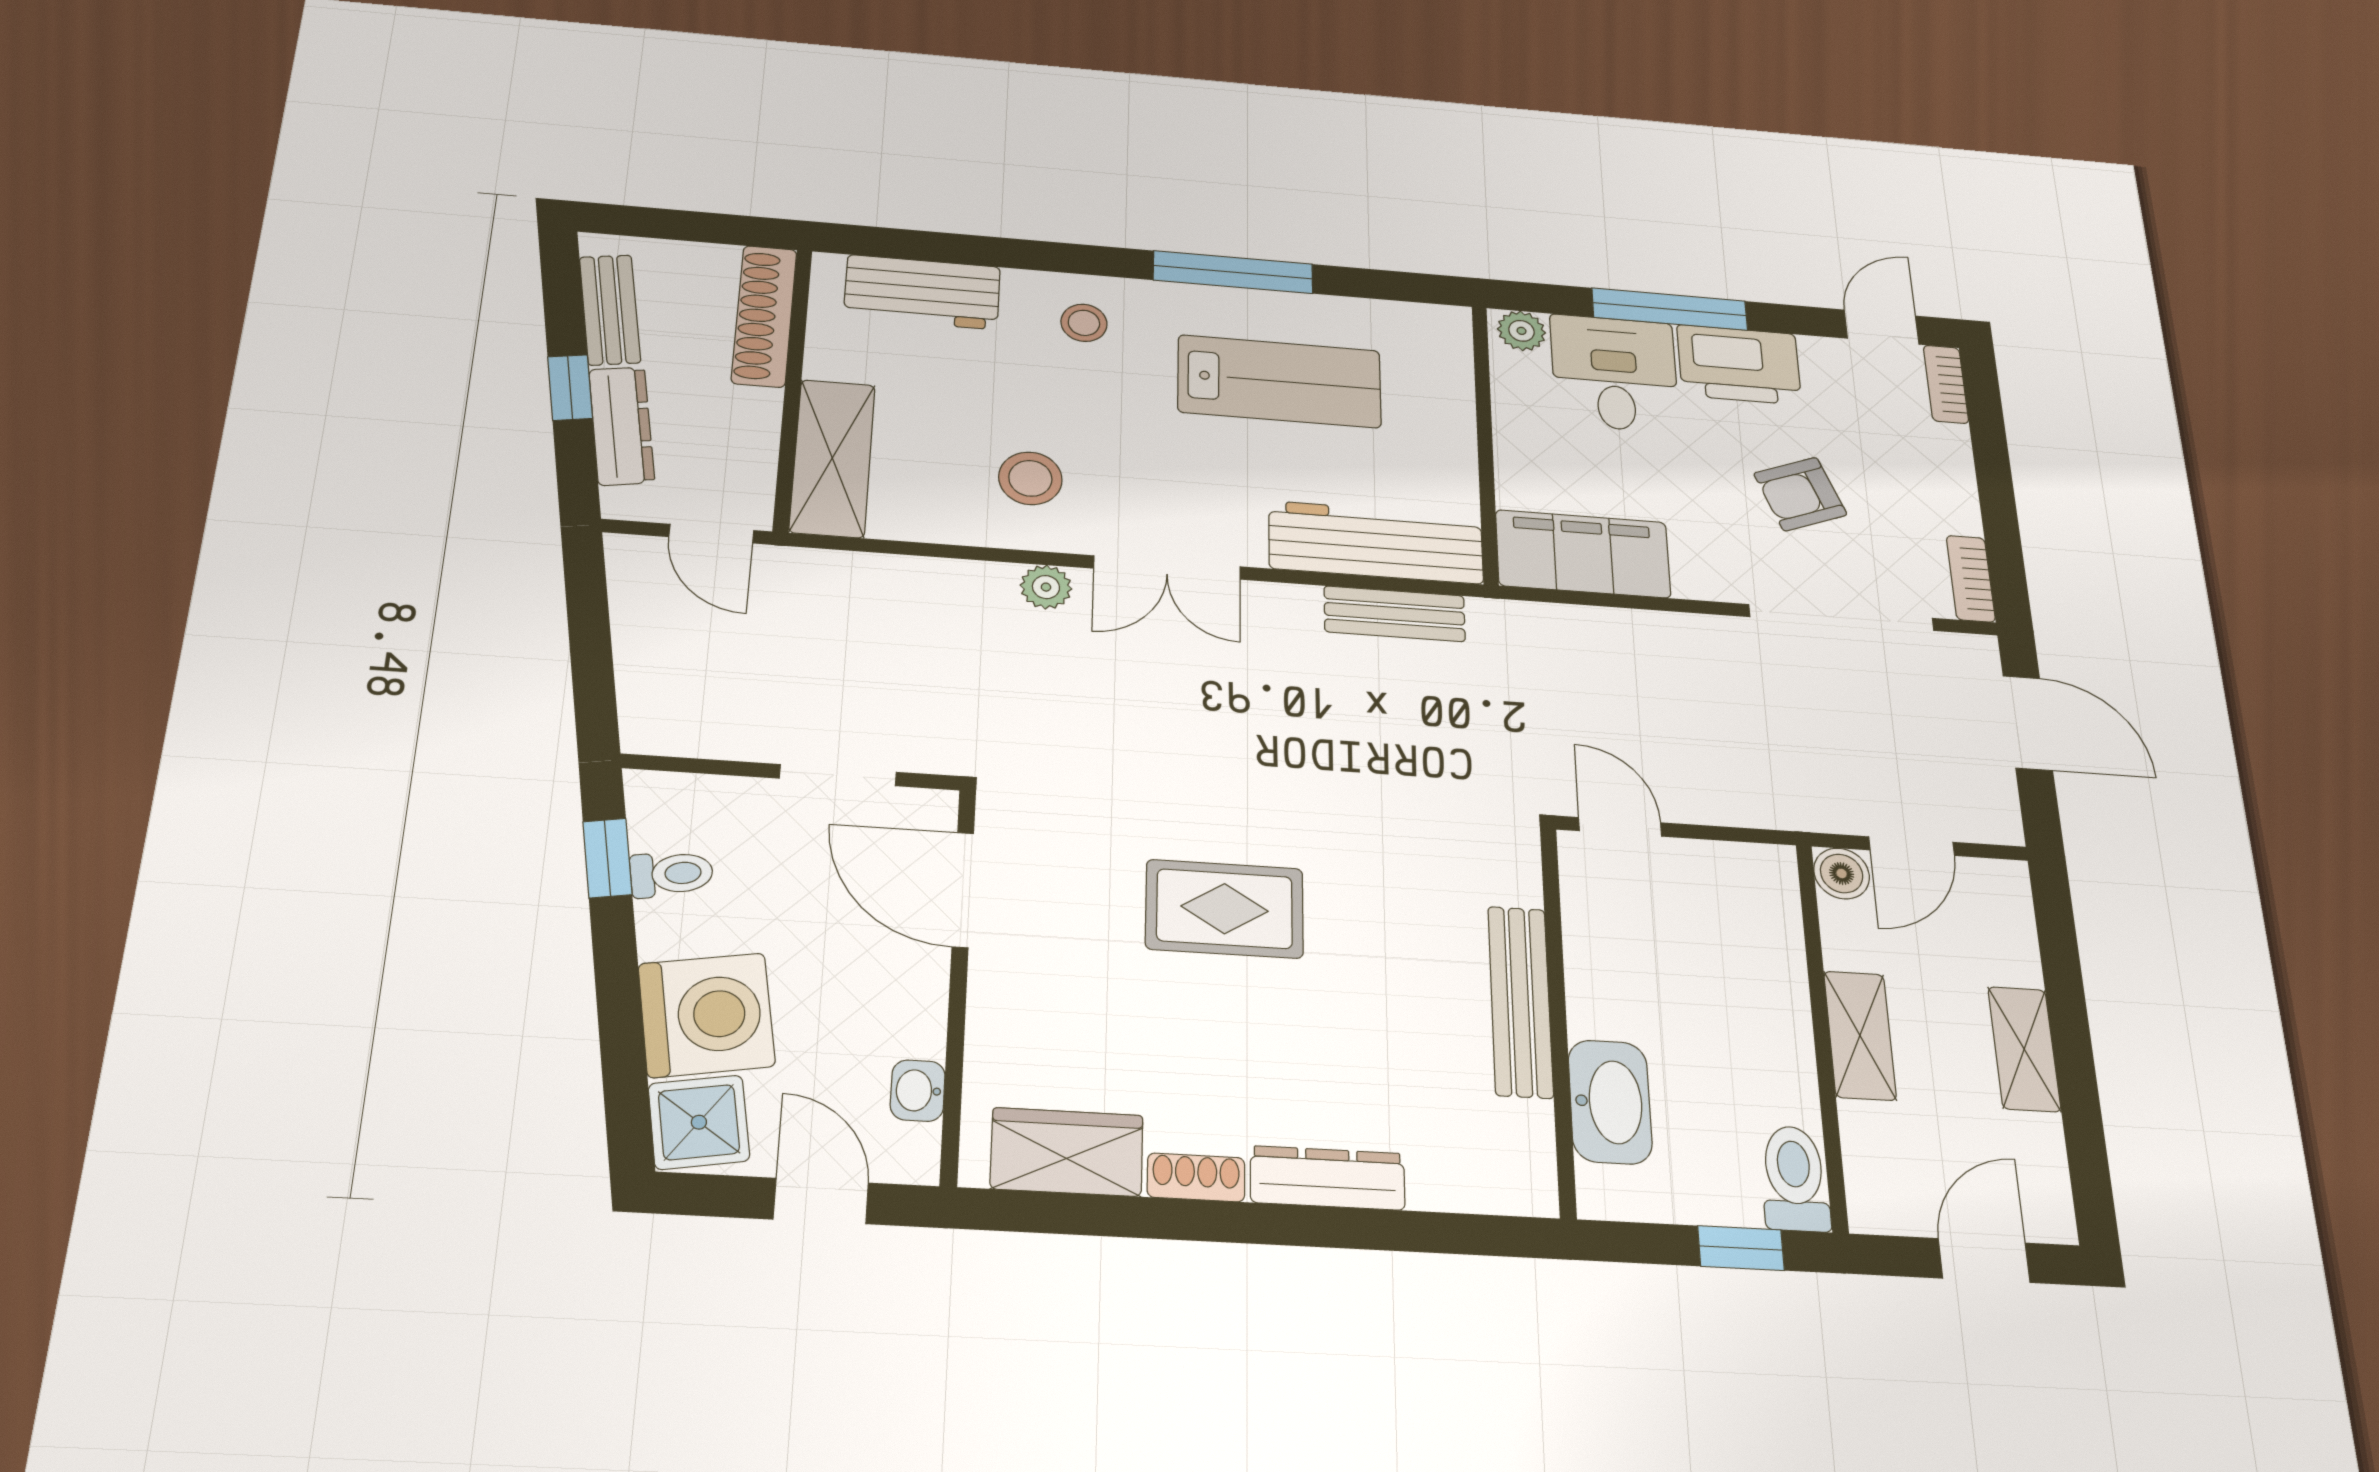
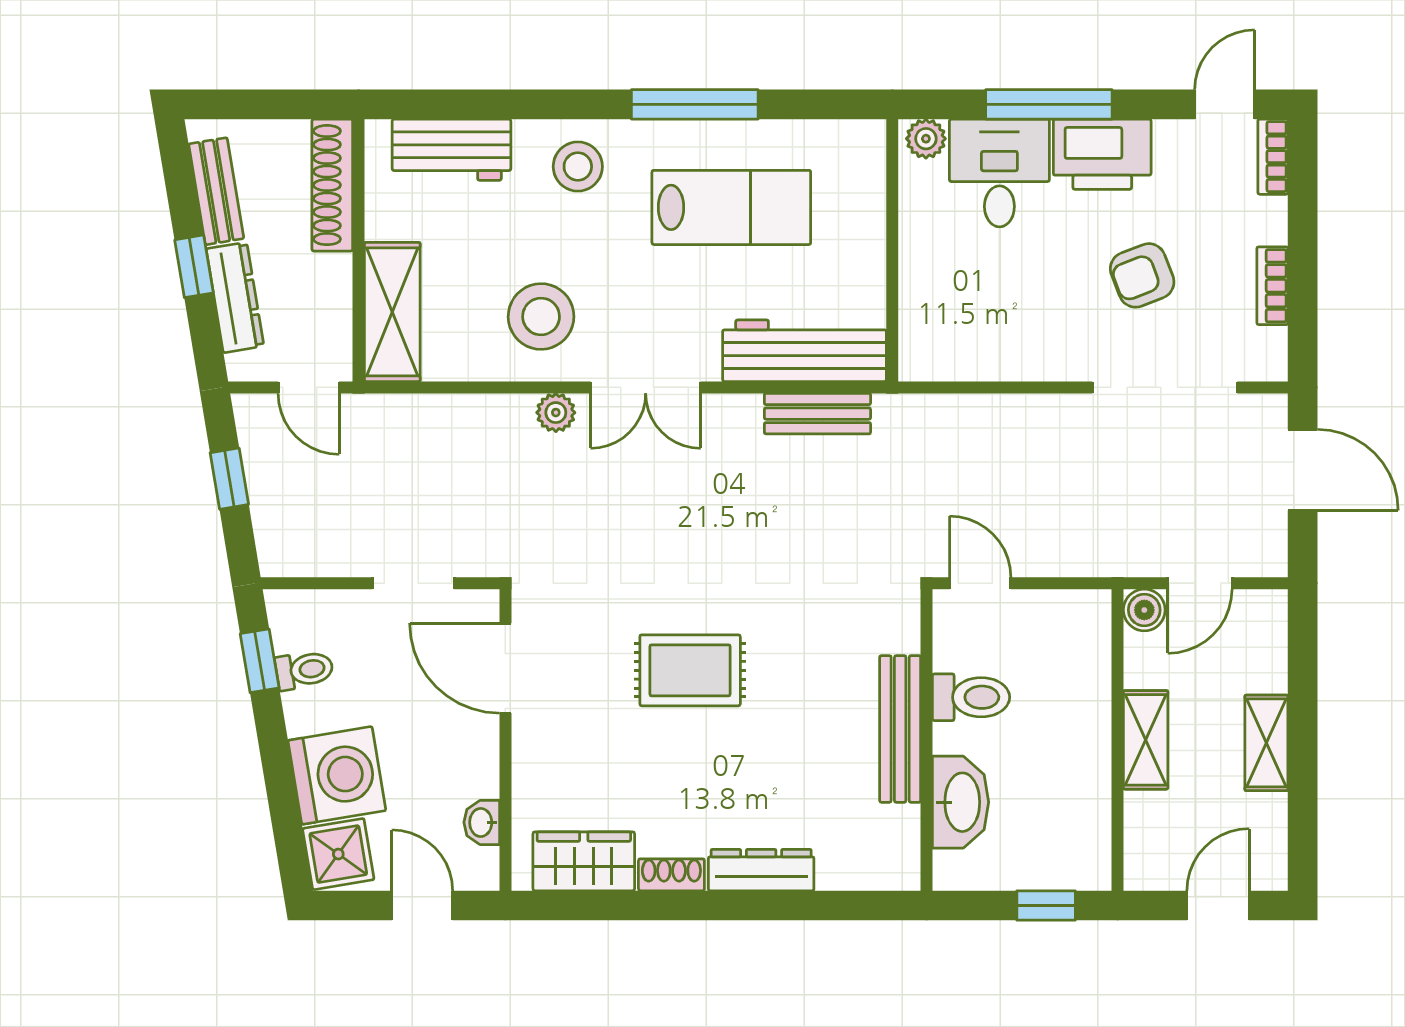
stool: (1084, 323) -> (578, 167), width x1.37, depth x1.37
stool: (1030, 478) -> (541, 316), width x1.38, depth x1.38
filing cabinet: (1583, 554) -> (965, 347), removed
bookcase: (1971, 579) -> (1272, 286), moved
window: (589, 631) -> (229, 479), added
toilet: (1795, 1179) -> (971, 697), moved, turned 90

